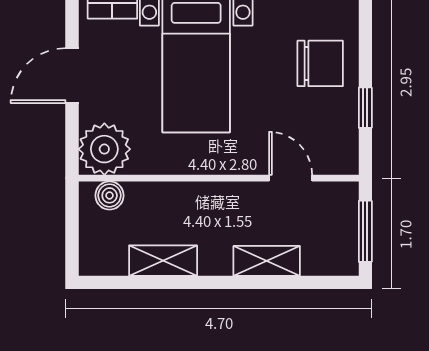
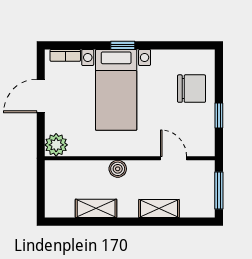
plant: (104, 149) -> (56, 145), width x0.73, depth x0.73
boiler: (110, 195) -> (118, 169), moved

